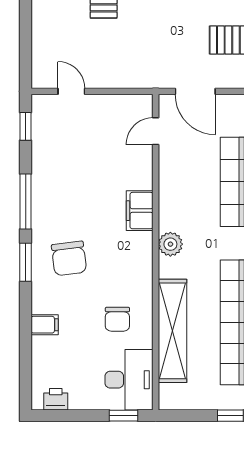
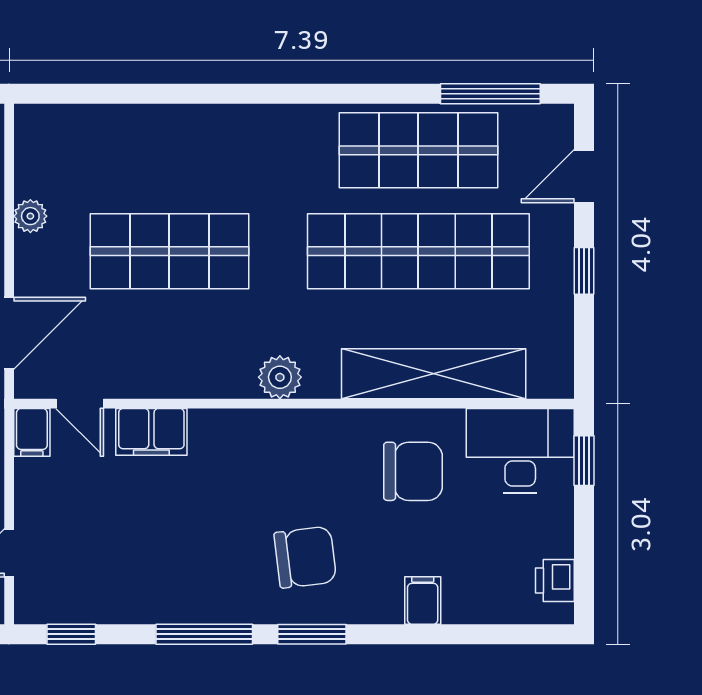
filing cabinet: (139, 104) -> (32, 432), added
filing cabinet: (140, 211) -> (151, 432), moved
chair: (117, 319) -> (413, 471), width x1.37, depth x1.37

